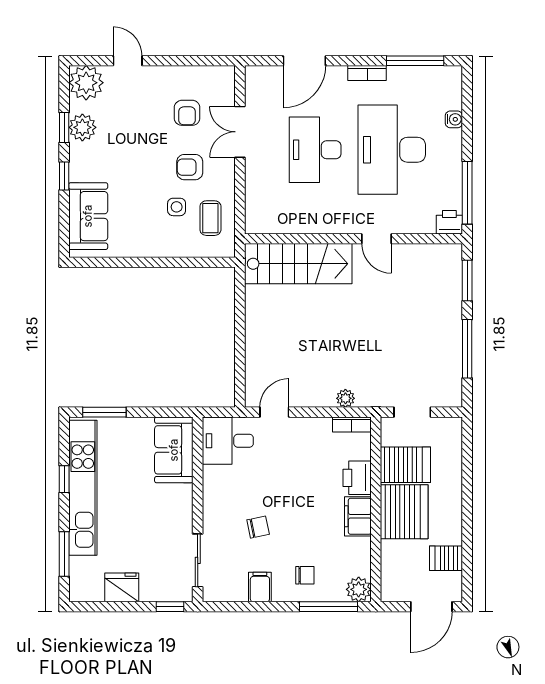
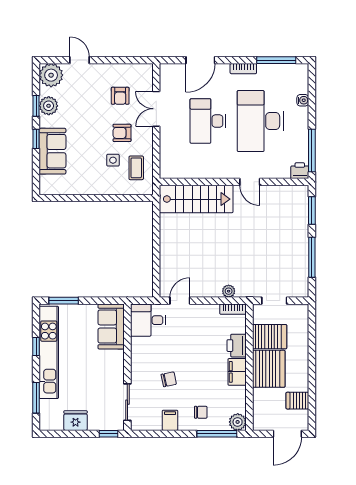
sofa: (88, 216) -> (52, 151), moved

